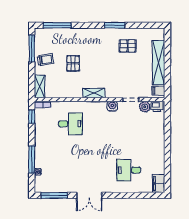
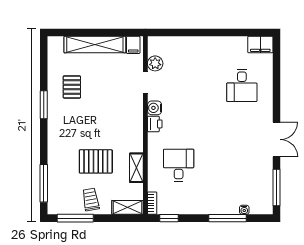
pallet: (73, 63) -> (96, 161), width x1.50, depth x1.42
shelving: (94, 93) -> (136, 168), moved
printer: (157, 106) -> (155, 124), moved

